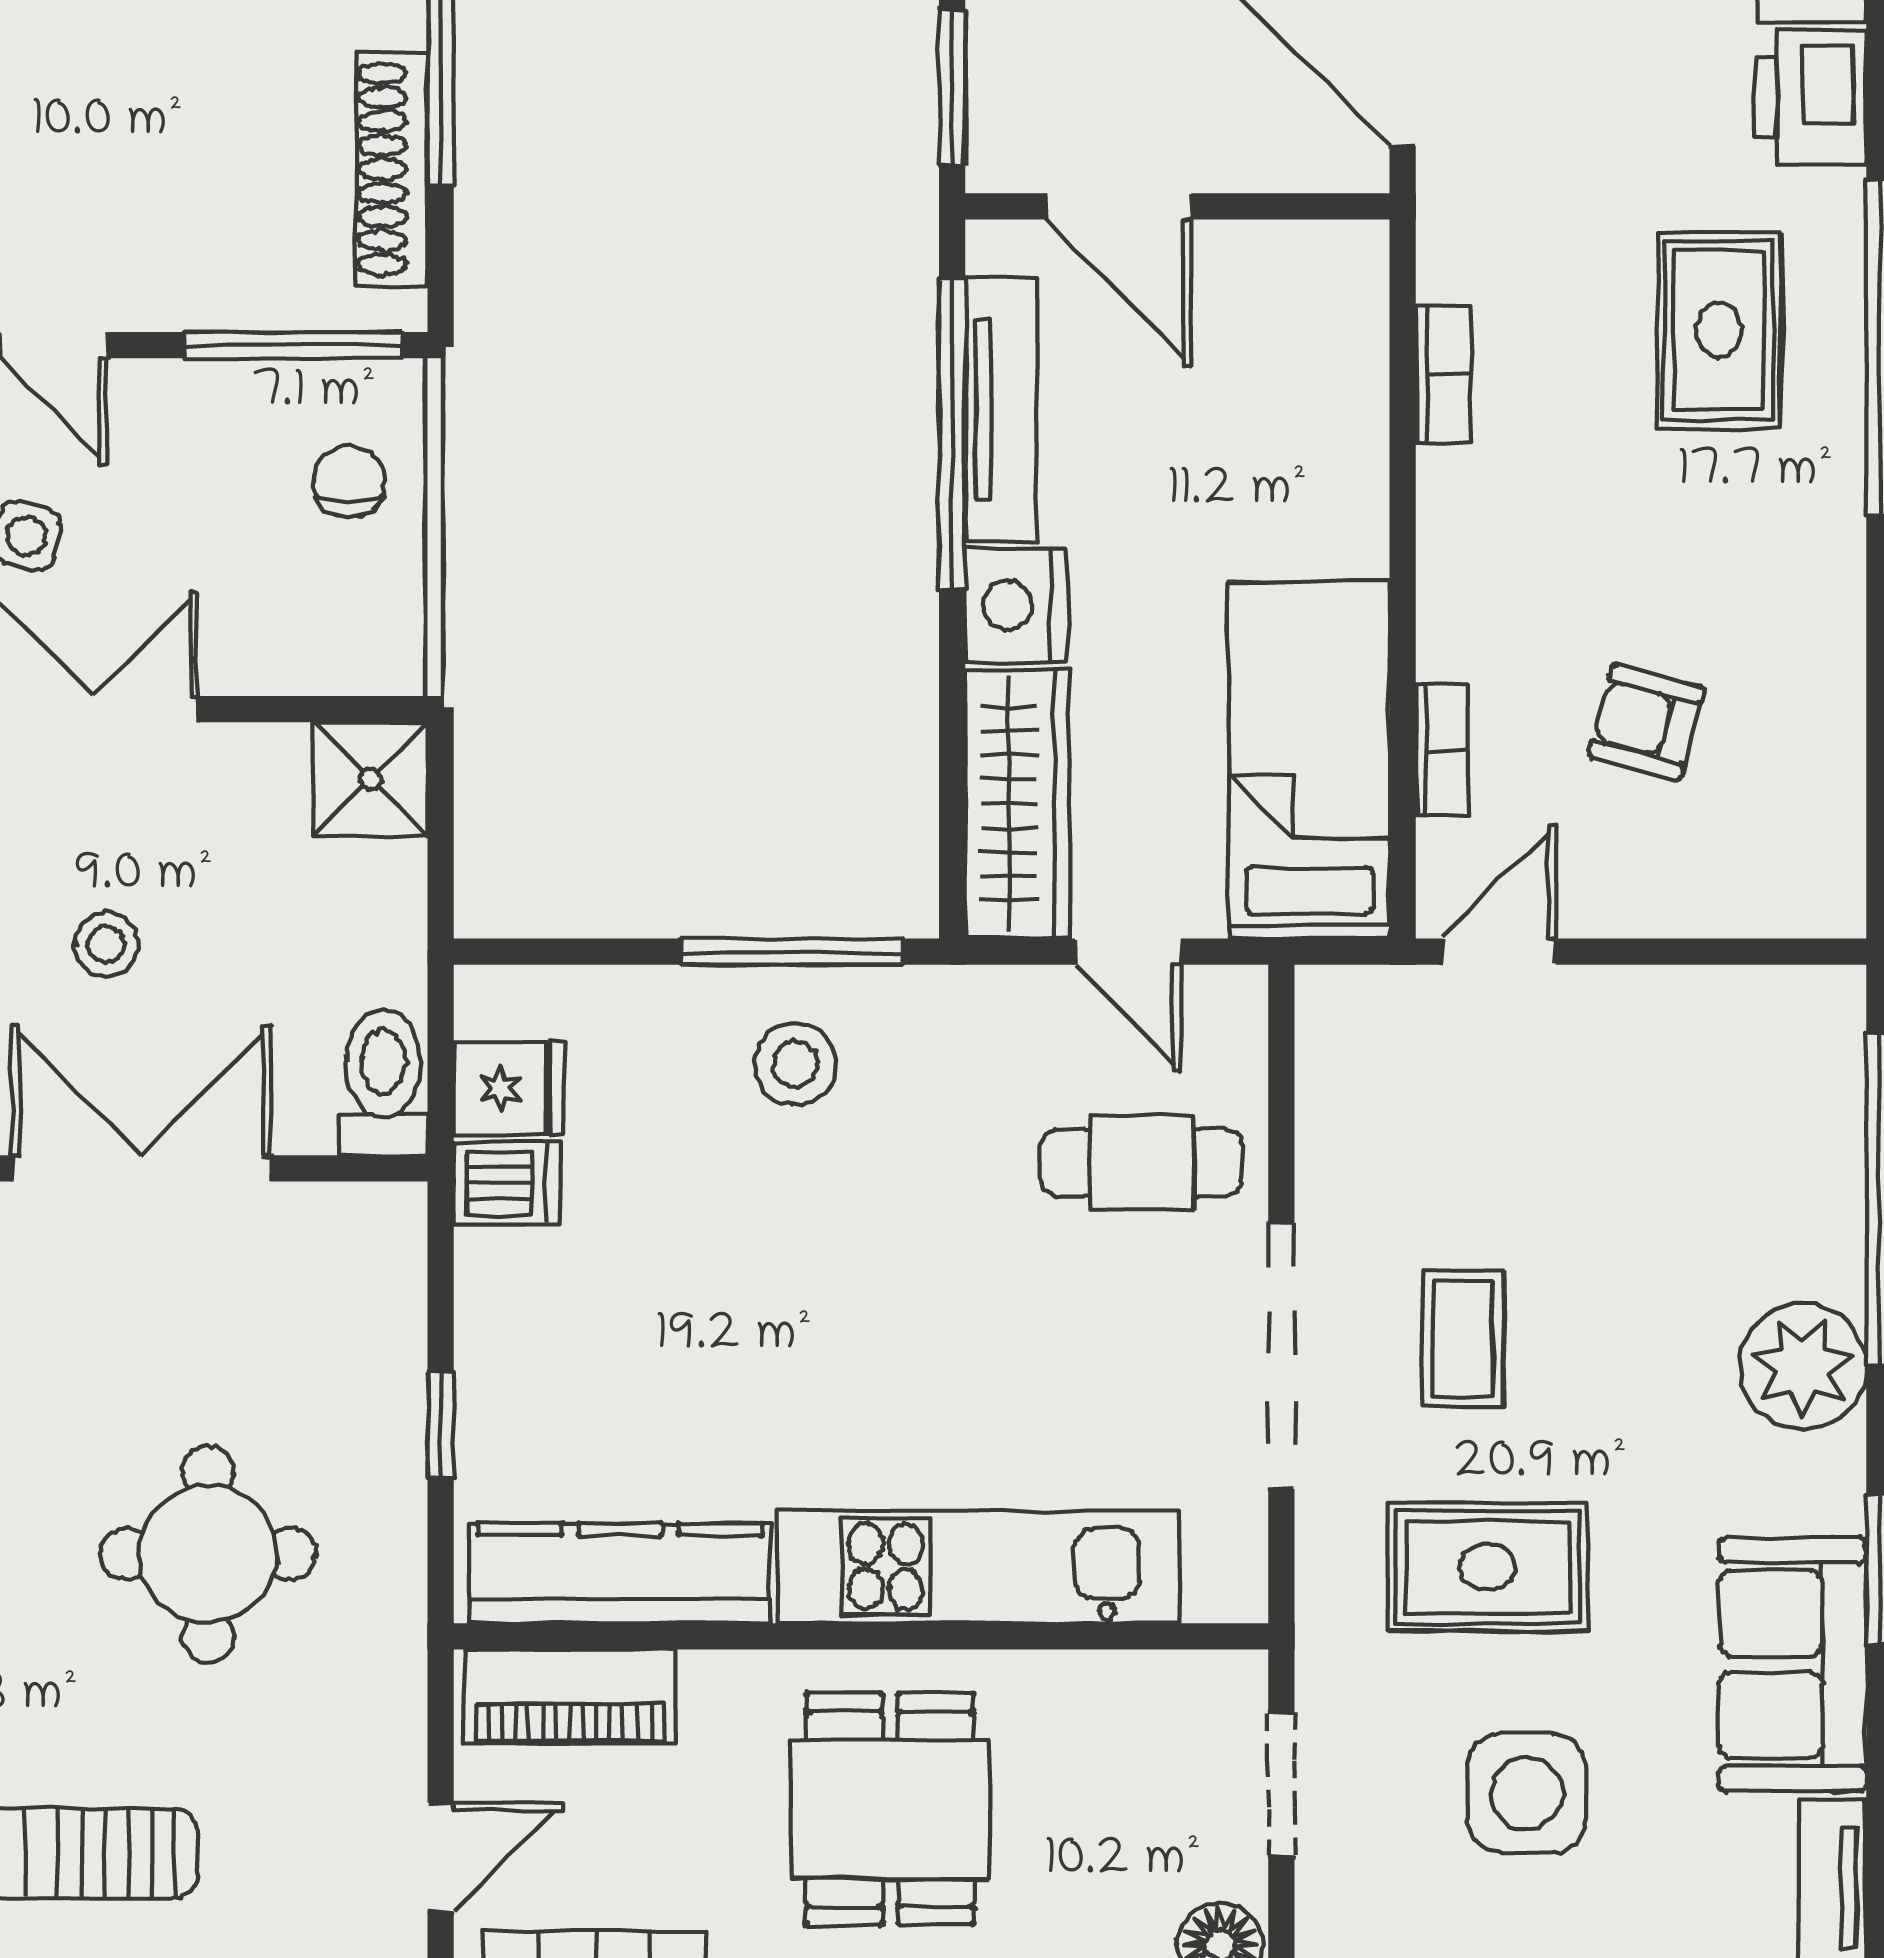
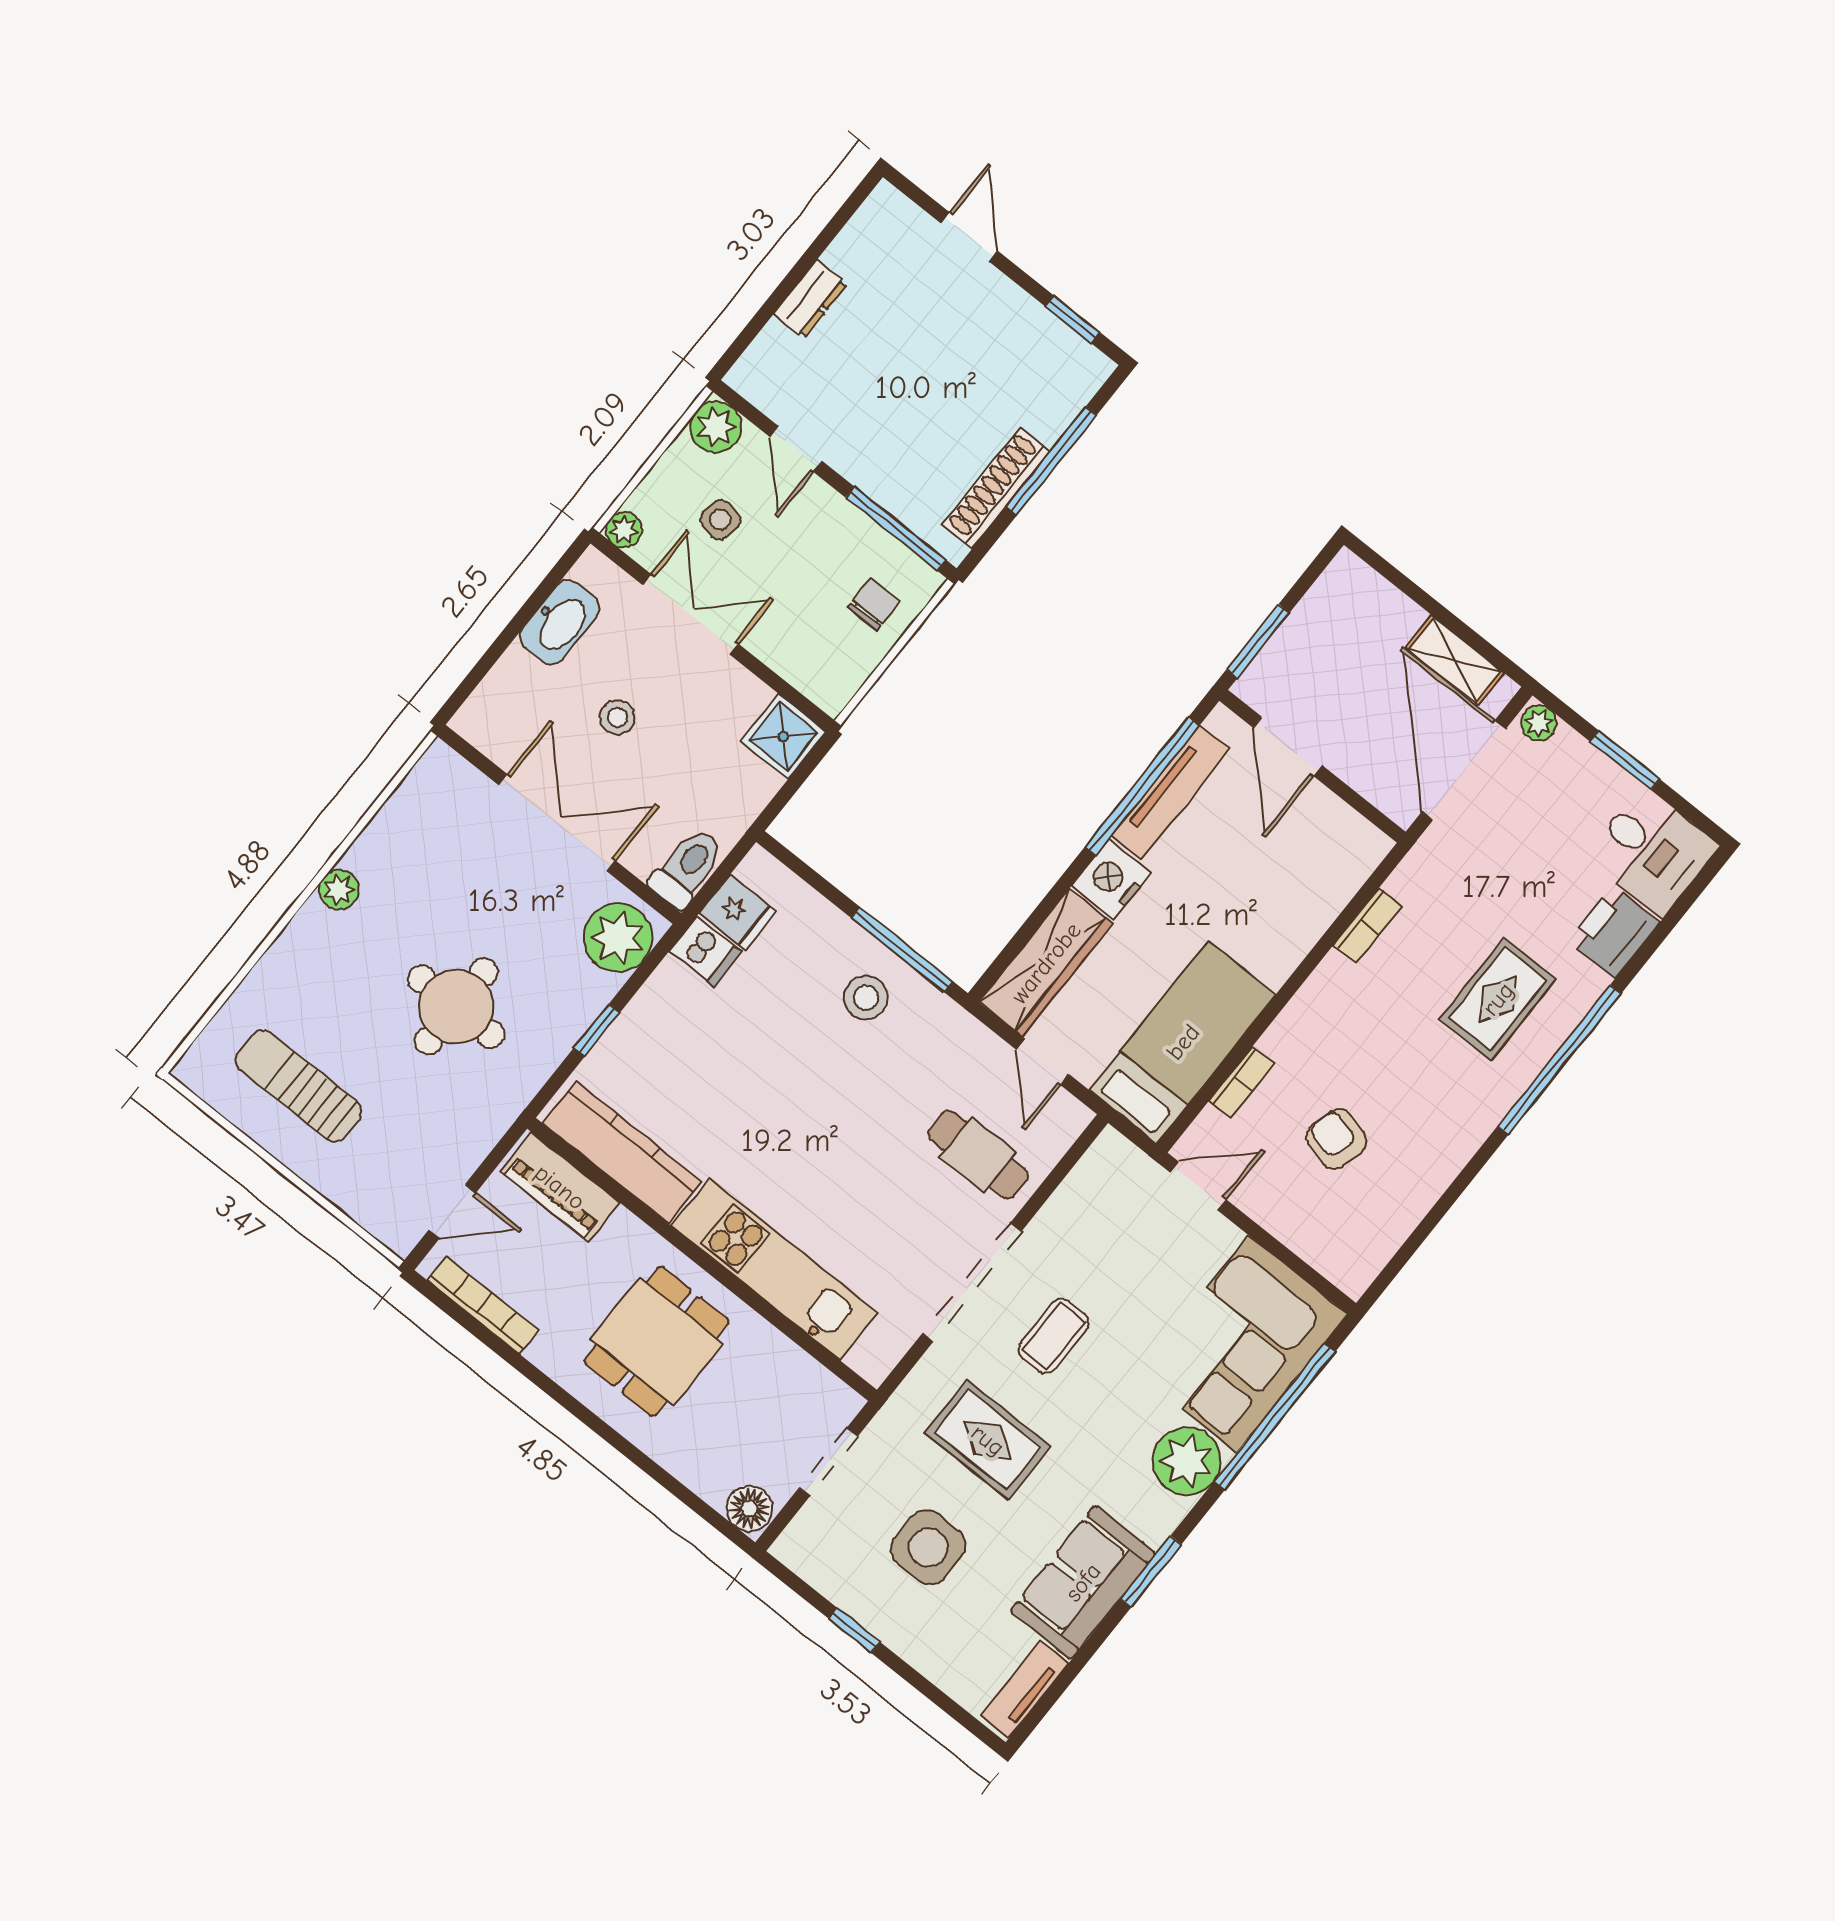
corner sofa: (1748, 1130) -> (1243, 1344), added
plant: (364, 1265) -> (618, 938), added

